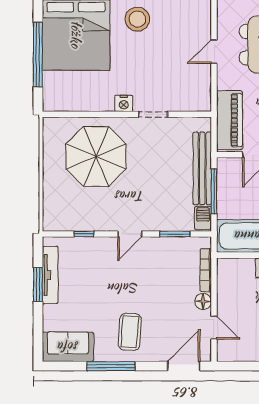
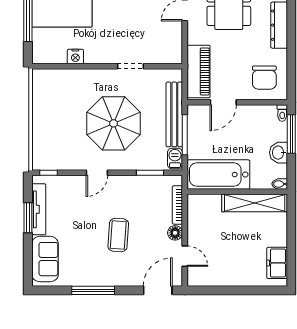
nightstand: (124, 103) -> (75, 57), moved
parasol: (96, 156) -> (114, 123), moved
window: (84, 234) -> (48, 173), moved
door: (130, 234) -> (97, 173), moved
coffee table: (130, 332) -> (118, 235), moved
sofa: (68, 347) -> (45, 259), moved, turned 90

